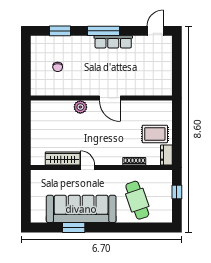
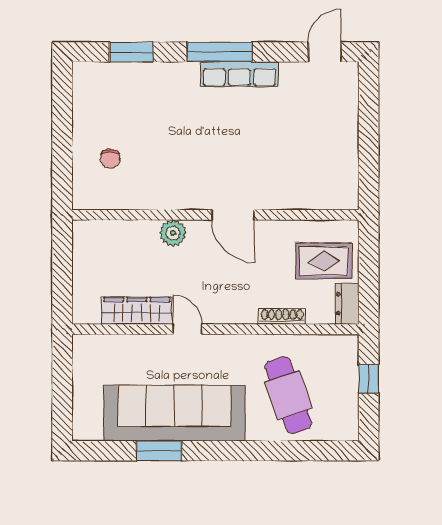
chair: (58, 67) -> (110, 159), moved
wall: (101, 98) -> (215, 215), moved
door: (110, 98) -> (233, 215), moved
plant: (80, 107) -> (173, 233), moved

